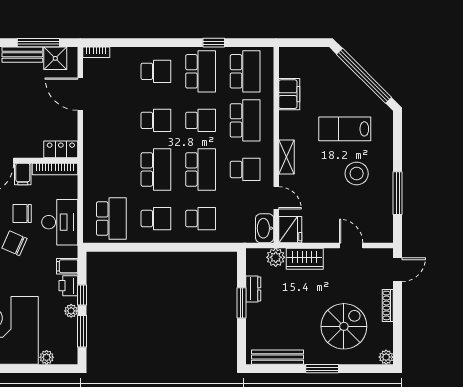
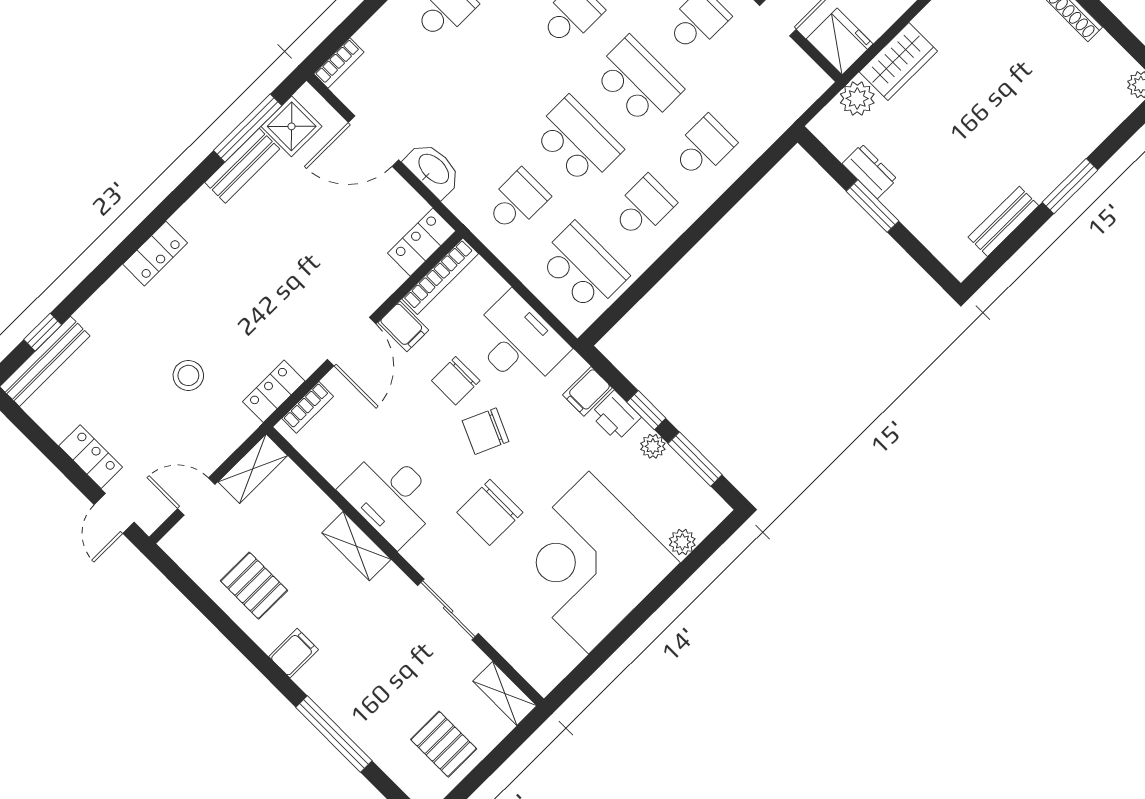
school desk: (156, 120) -> (517, 201), moved
washbasin: (265, 228) -> (433, 170), moved, turned 180
spiral stairs: (344, 326) -> (1042, 100), removed
bench: (278, 357) -> (1003, 221), width x0.73

